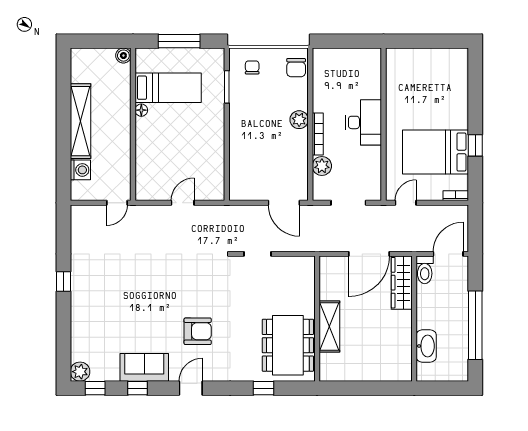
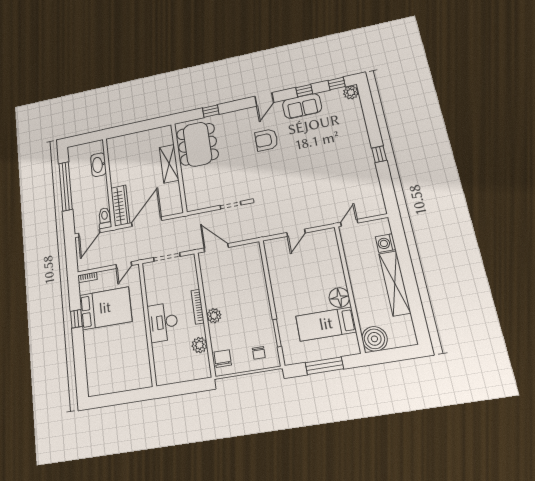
boiler: (123, 56) -> (374, 339), width x1.86, depth x1.86
floor lamp: (141, 110) -> (339, 297), width x1.89, depth x1.89
plant: (322, 166) -> (199, 345), moved

